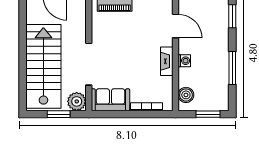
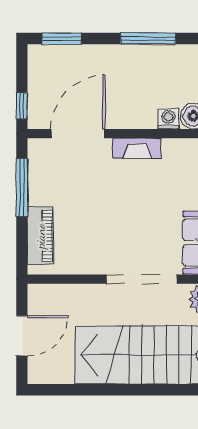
door: (176, 26) -> (78, 134), width x1.36
washing machine: (184, 61) -> (168, 119), moved

